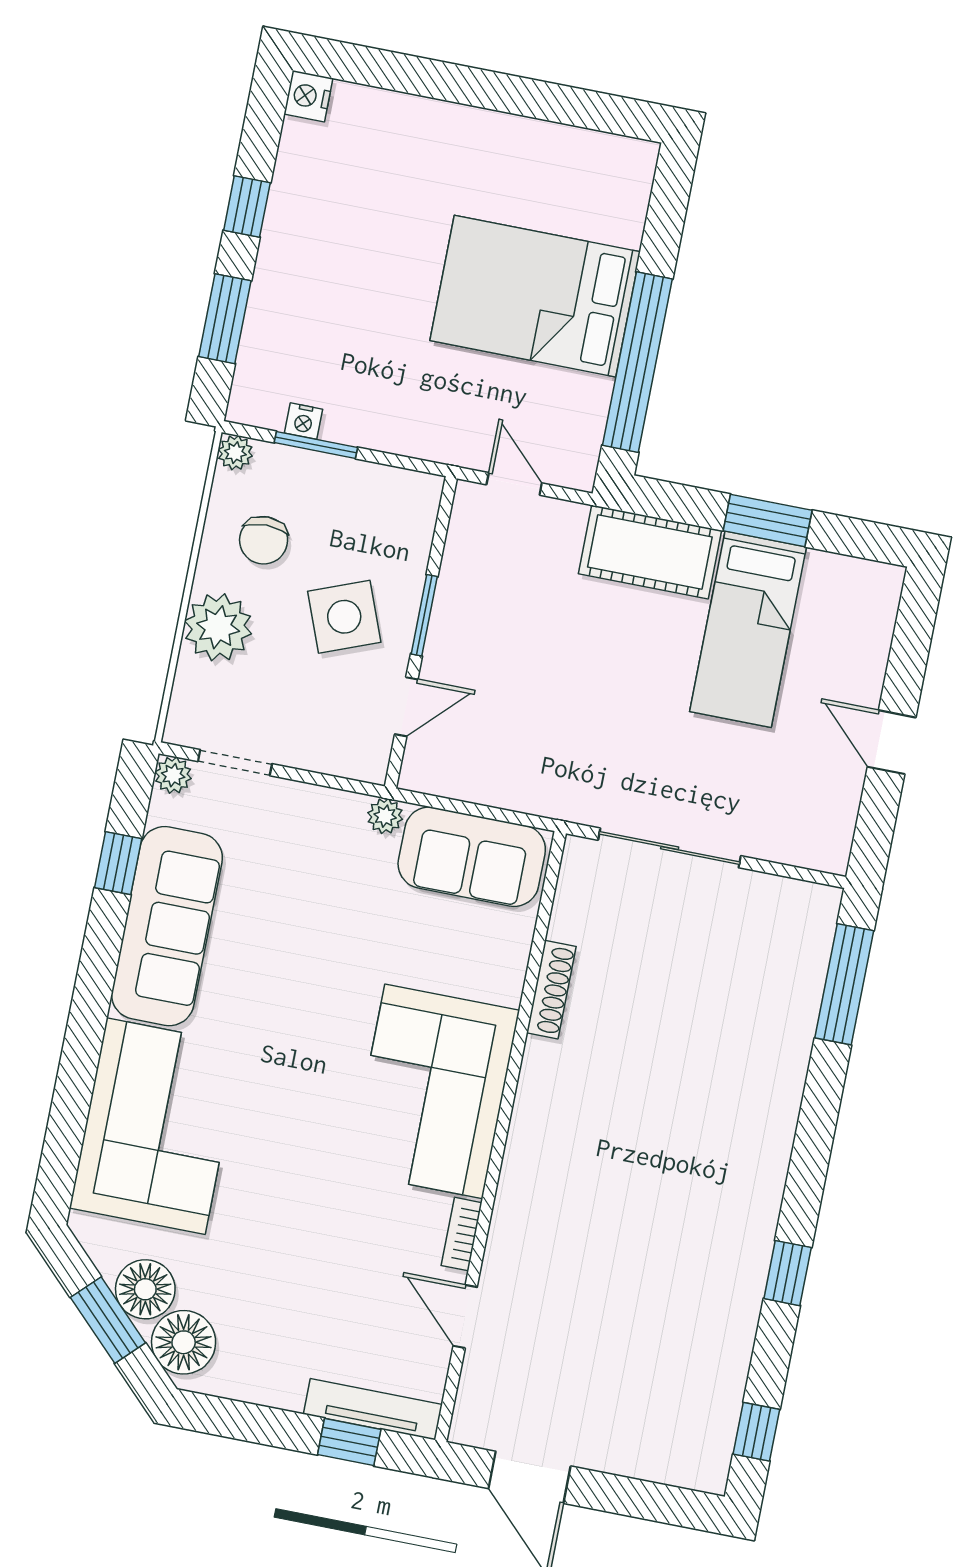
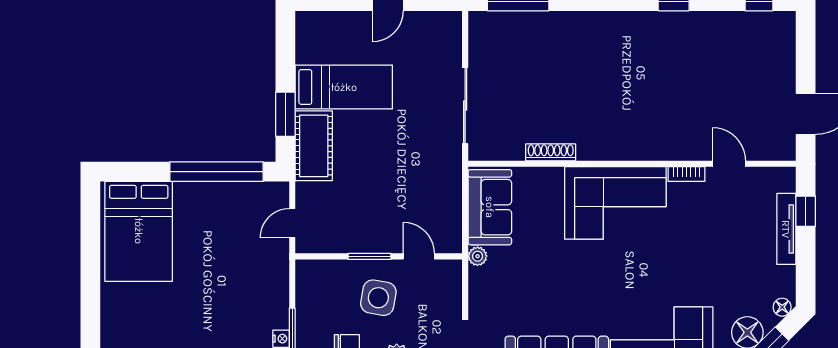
bed: (535, 296) -> (139, 231), moved
window: (768, 520) -> (285, 114), moved
side table: (344, 617) -> (378, 298), turned 31
door: (465, 1317) -> (729, 164), swing flipped
floor lamp: (184, 1342) -> (782, 307), width x0.53, depth x0.53
tv unit: (373, 1409) -> (786, 229), moved

